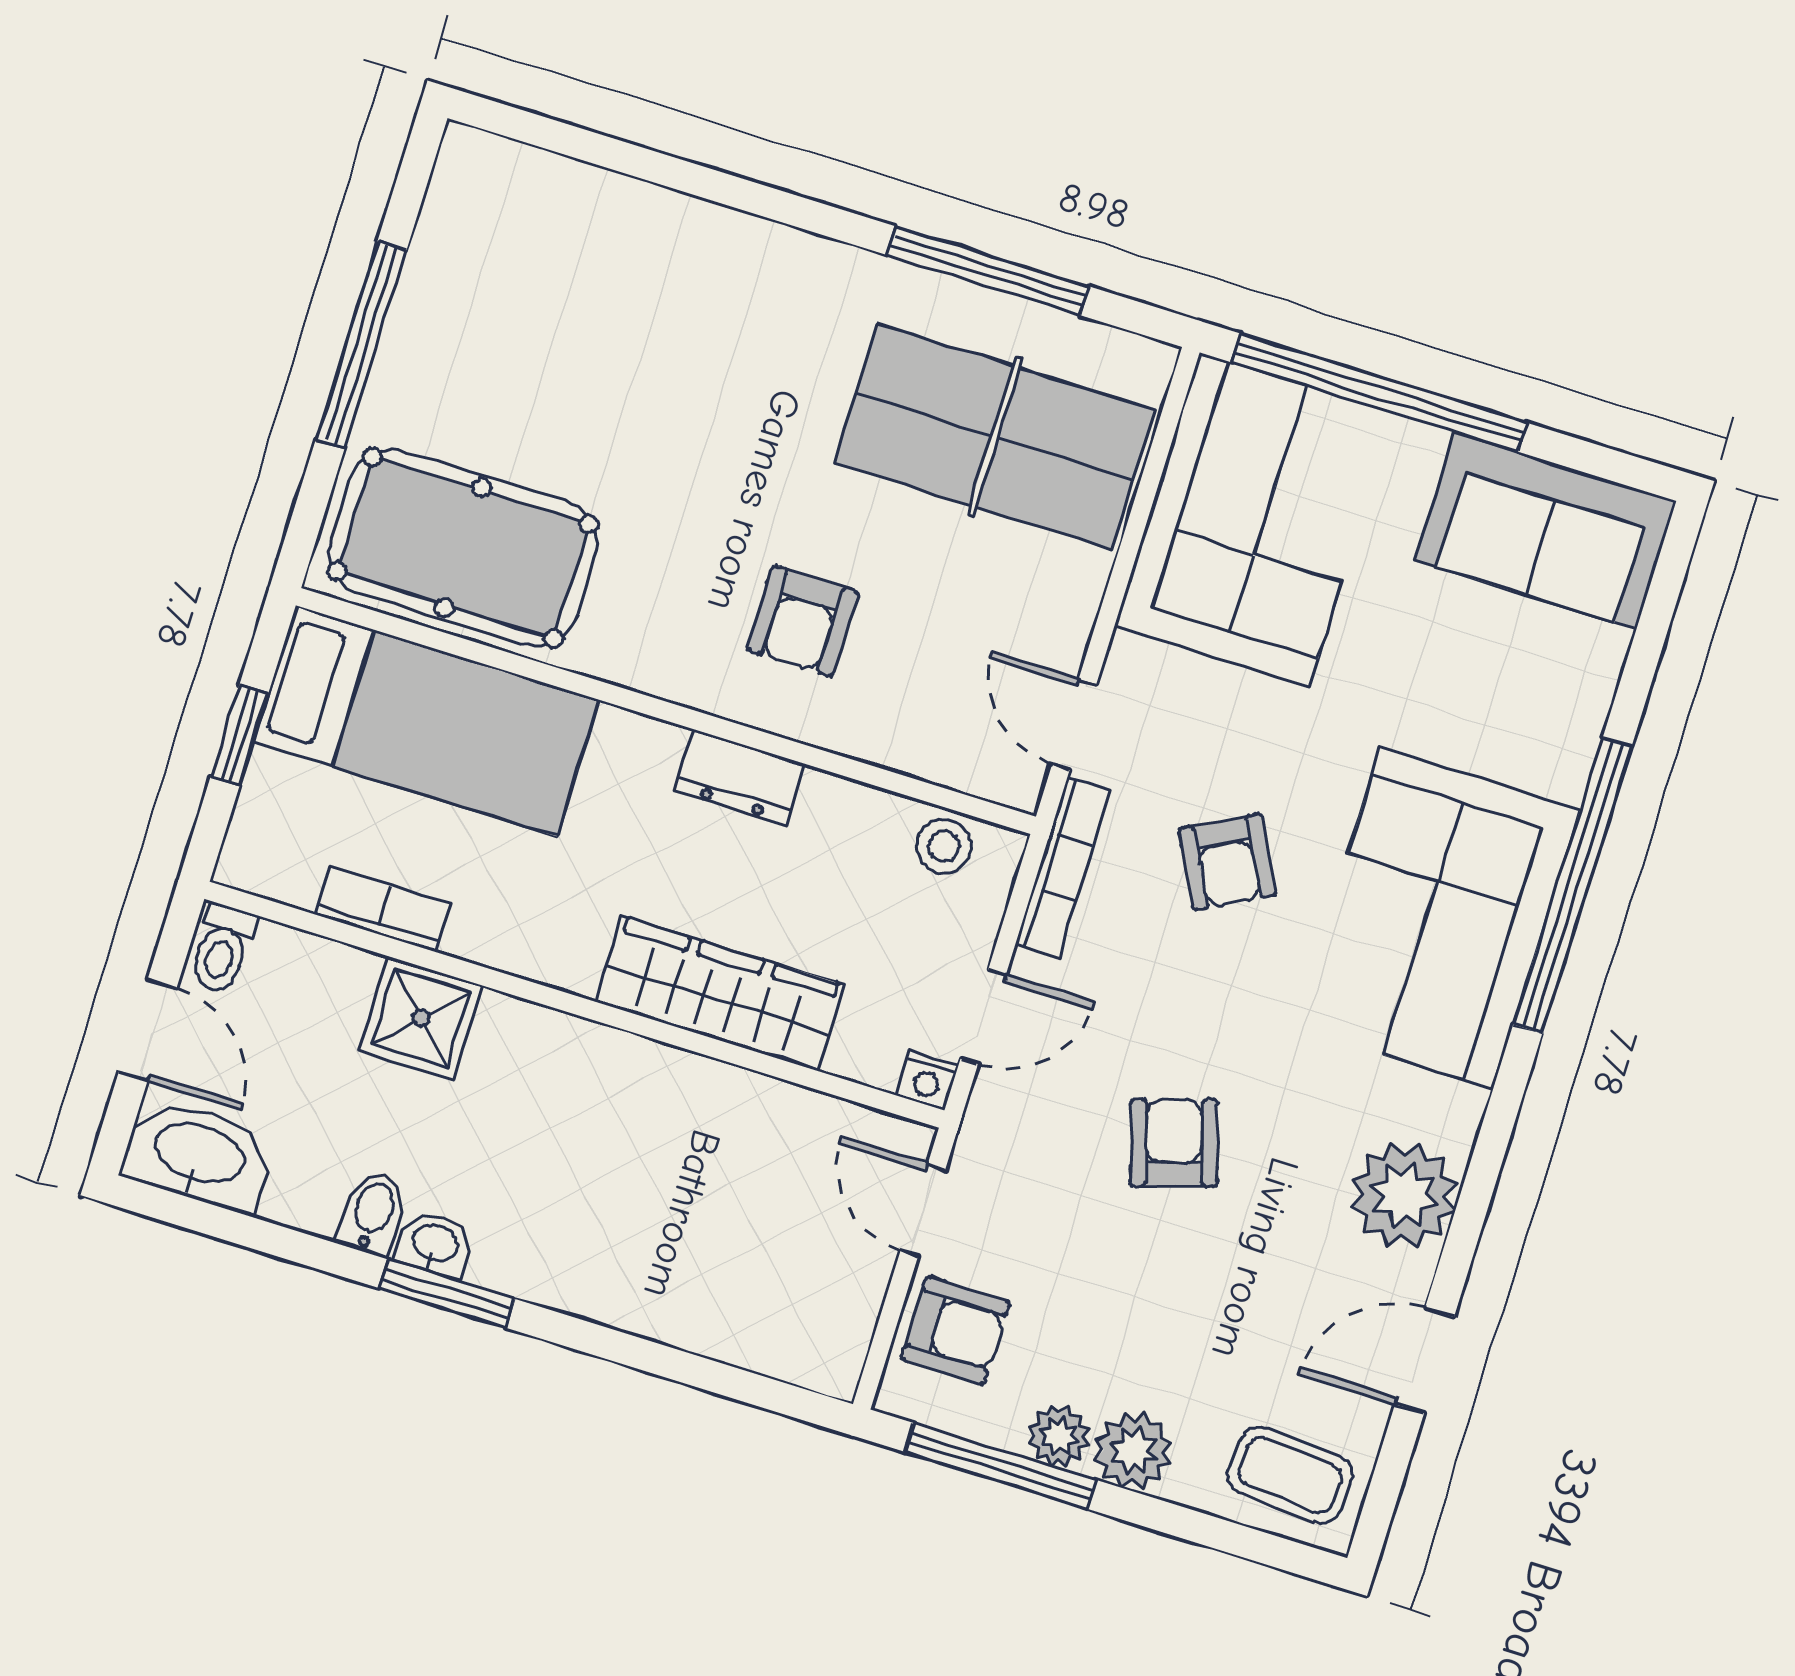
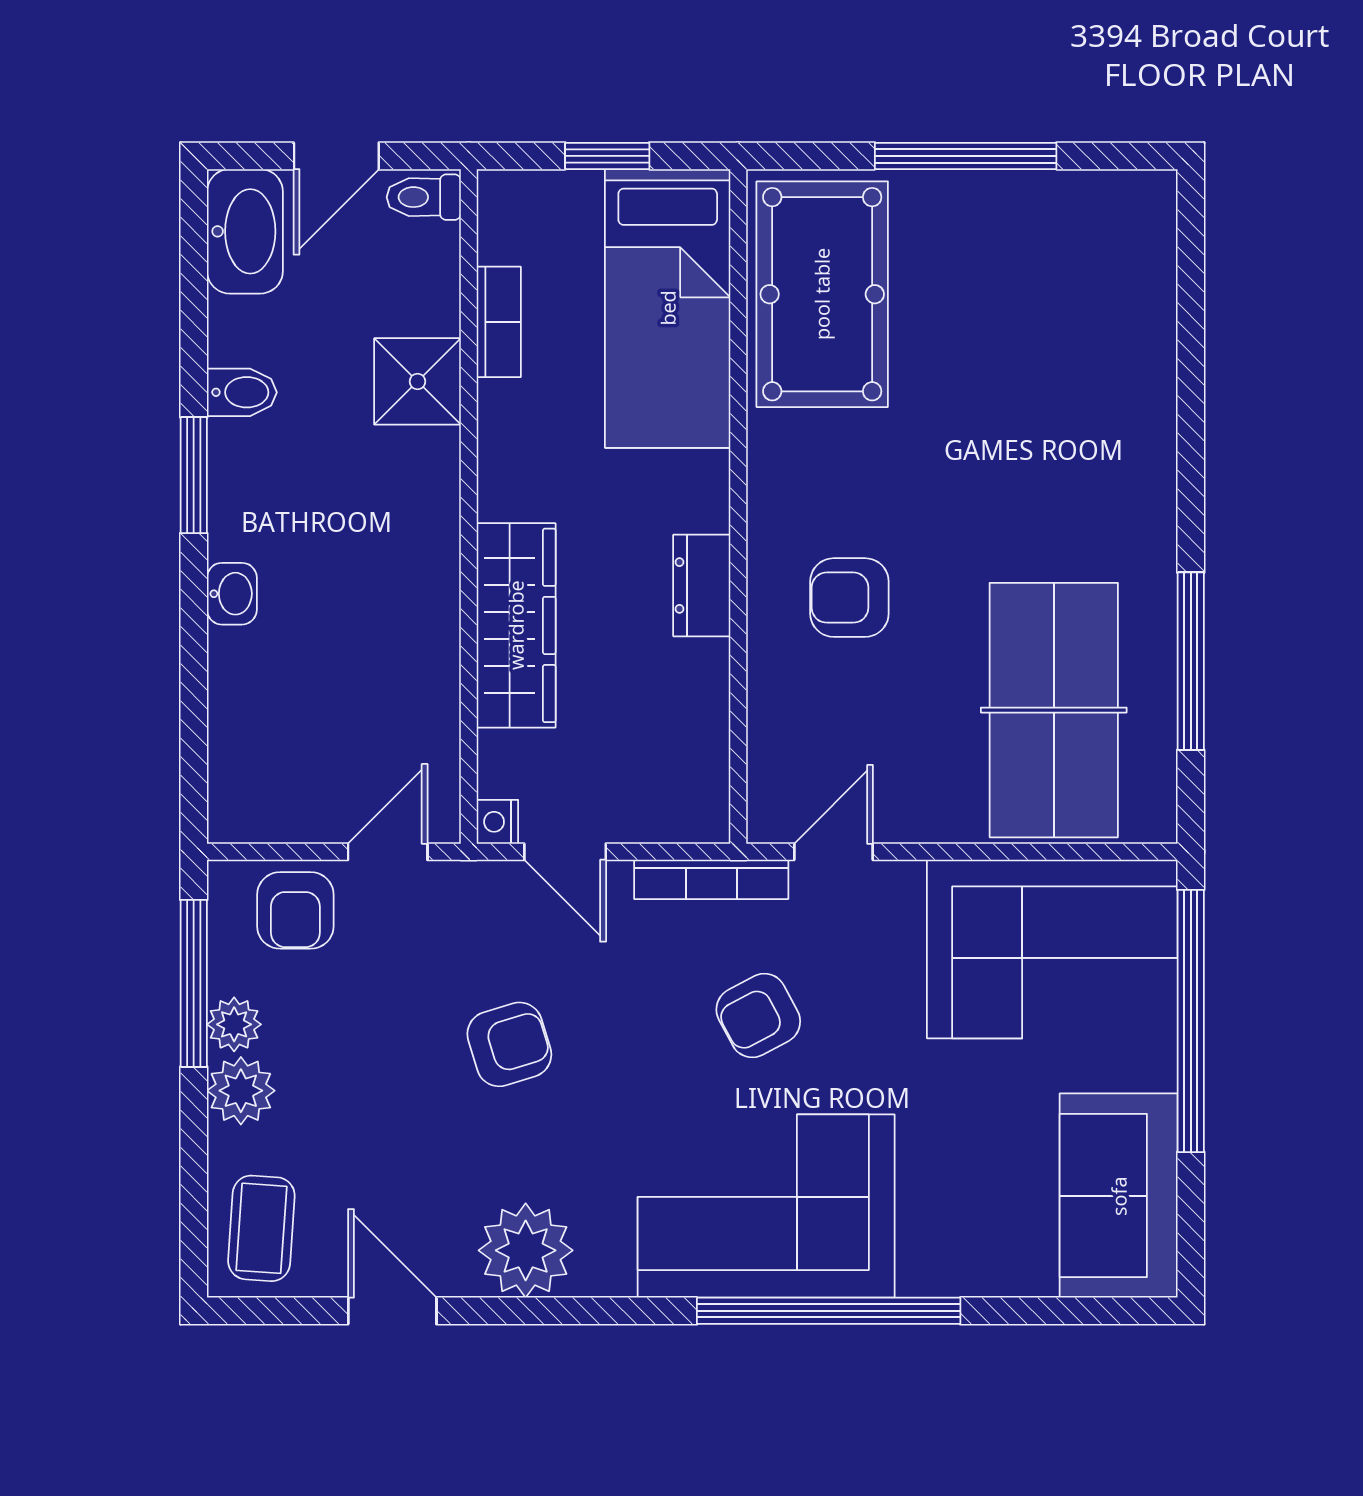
stool: (944, 846) -> (698, 774), removed
washbasin: (435, 1244) -> (232, 594), moved

